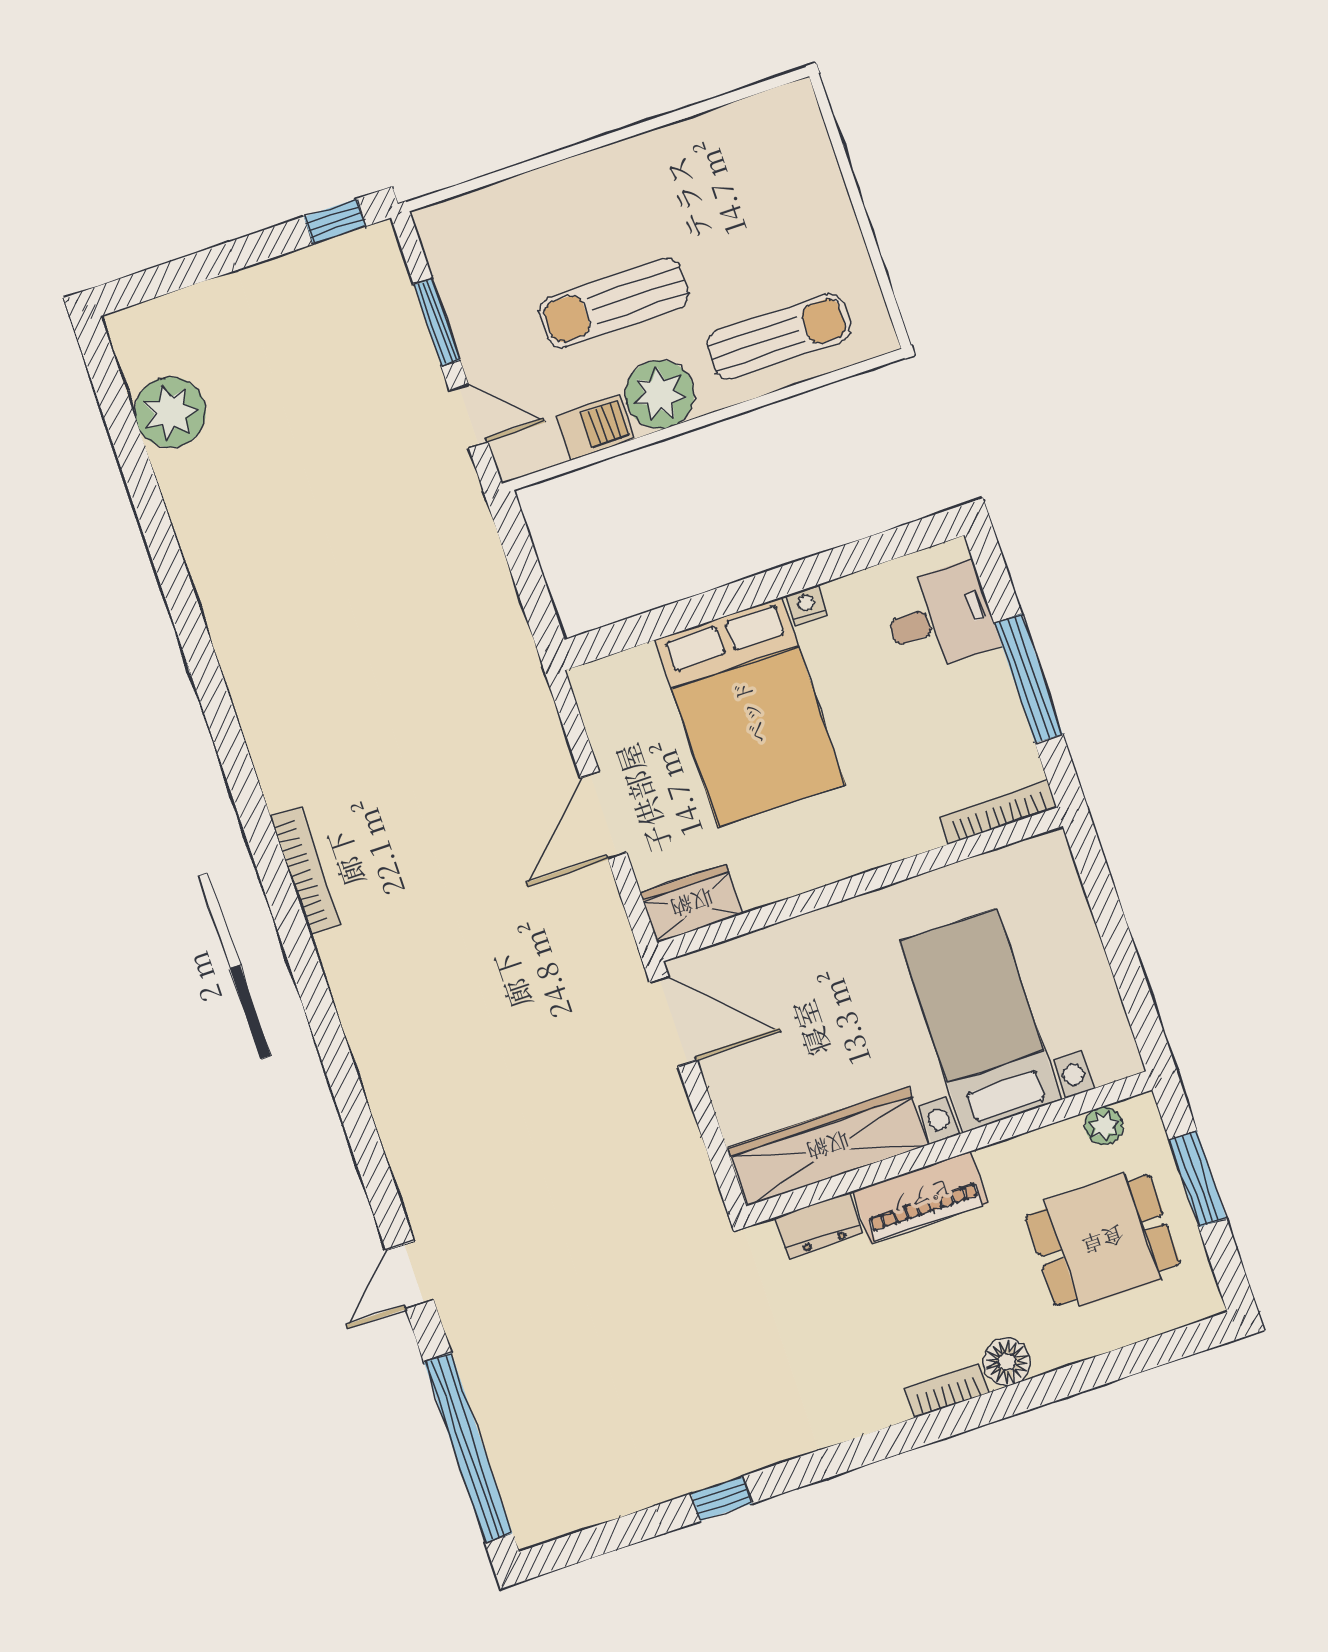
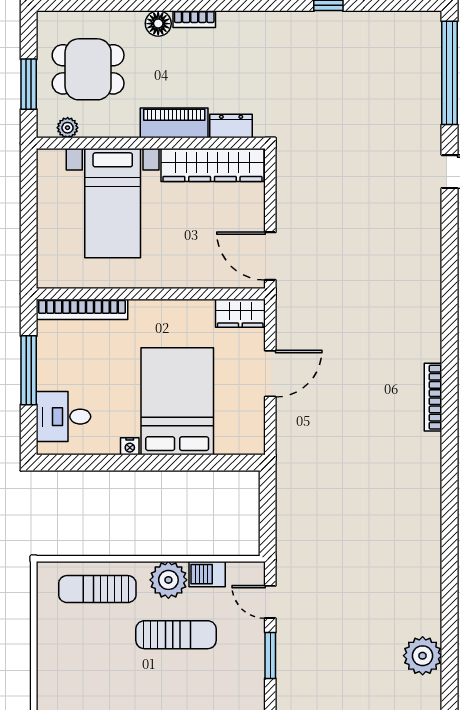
bookcase: (998, 812) -> (82, 309), width x1.48, depth x1.31

